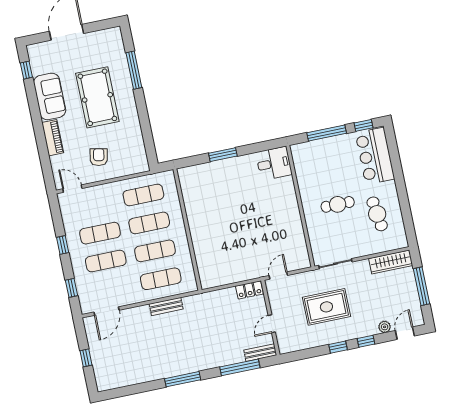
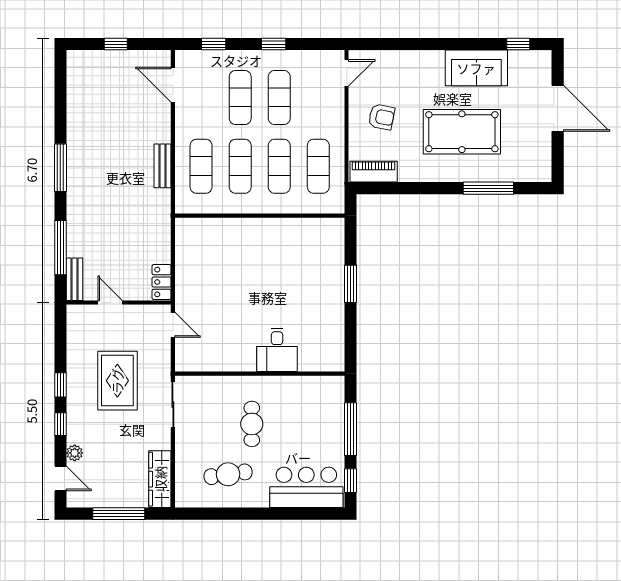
piano: (53, 138) -> (374, 172), moved, turned 180
desk: (274, 163) -> (277, 350), moved

